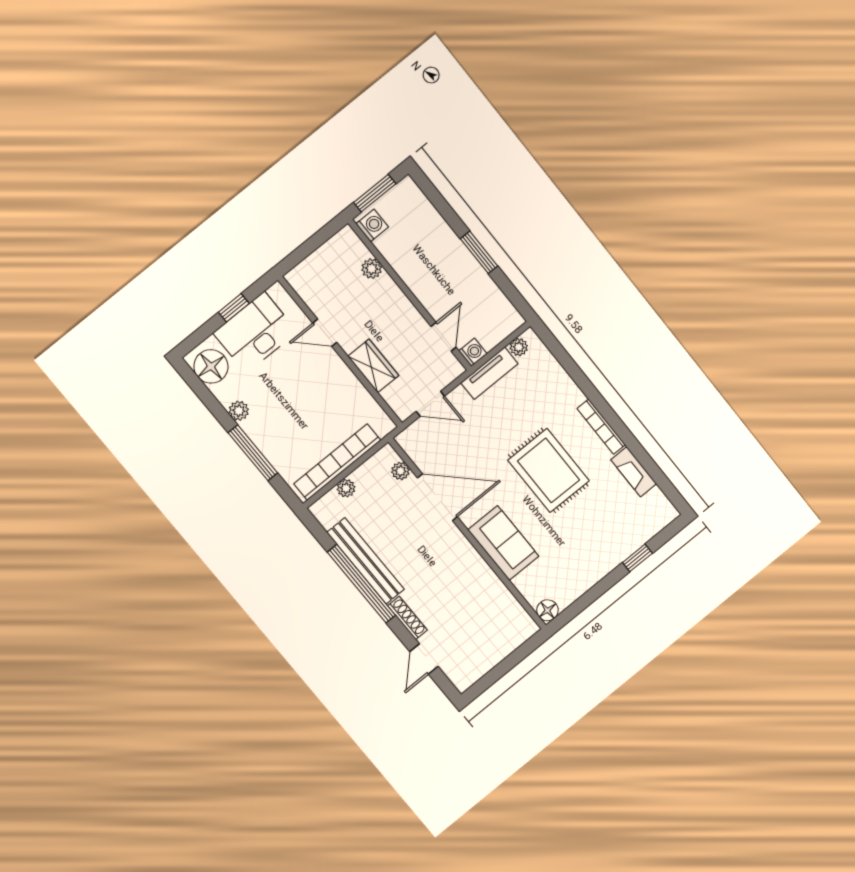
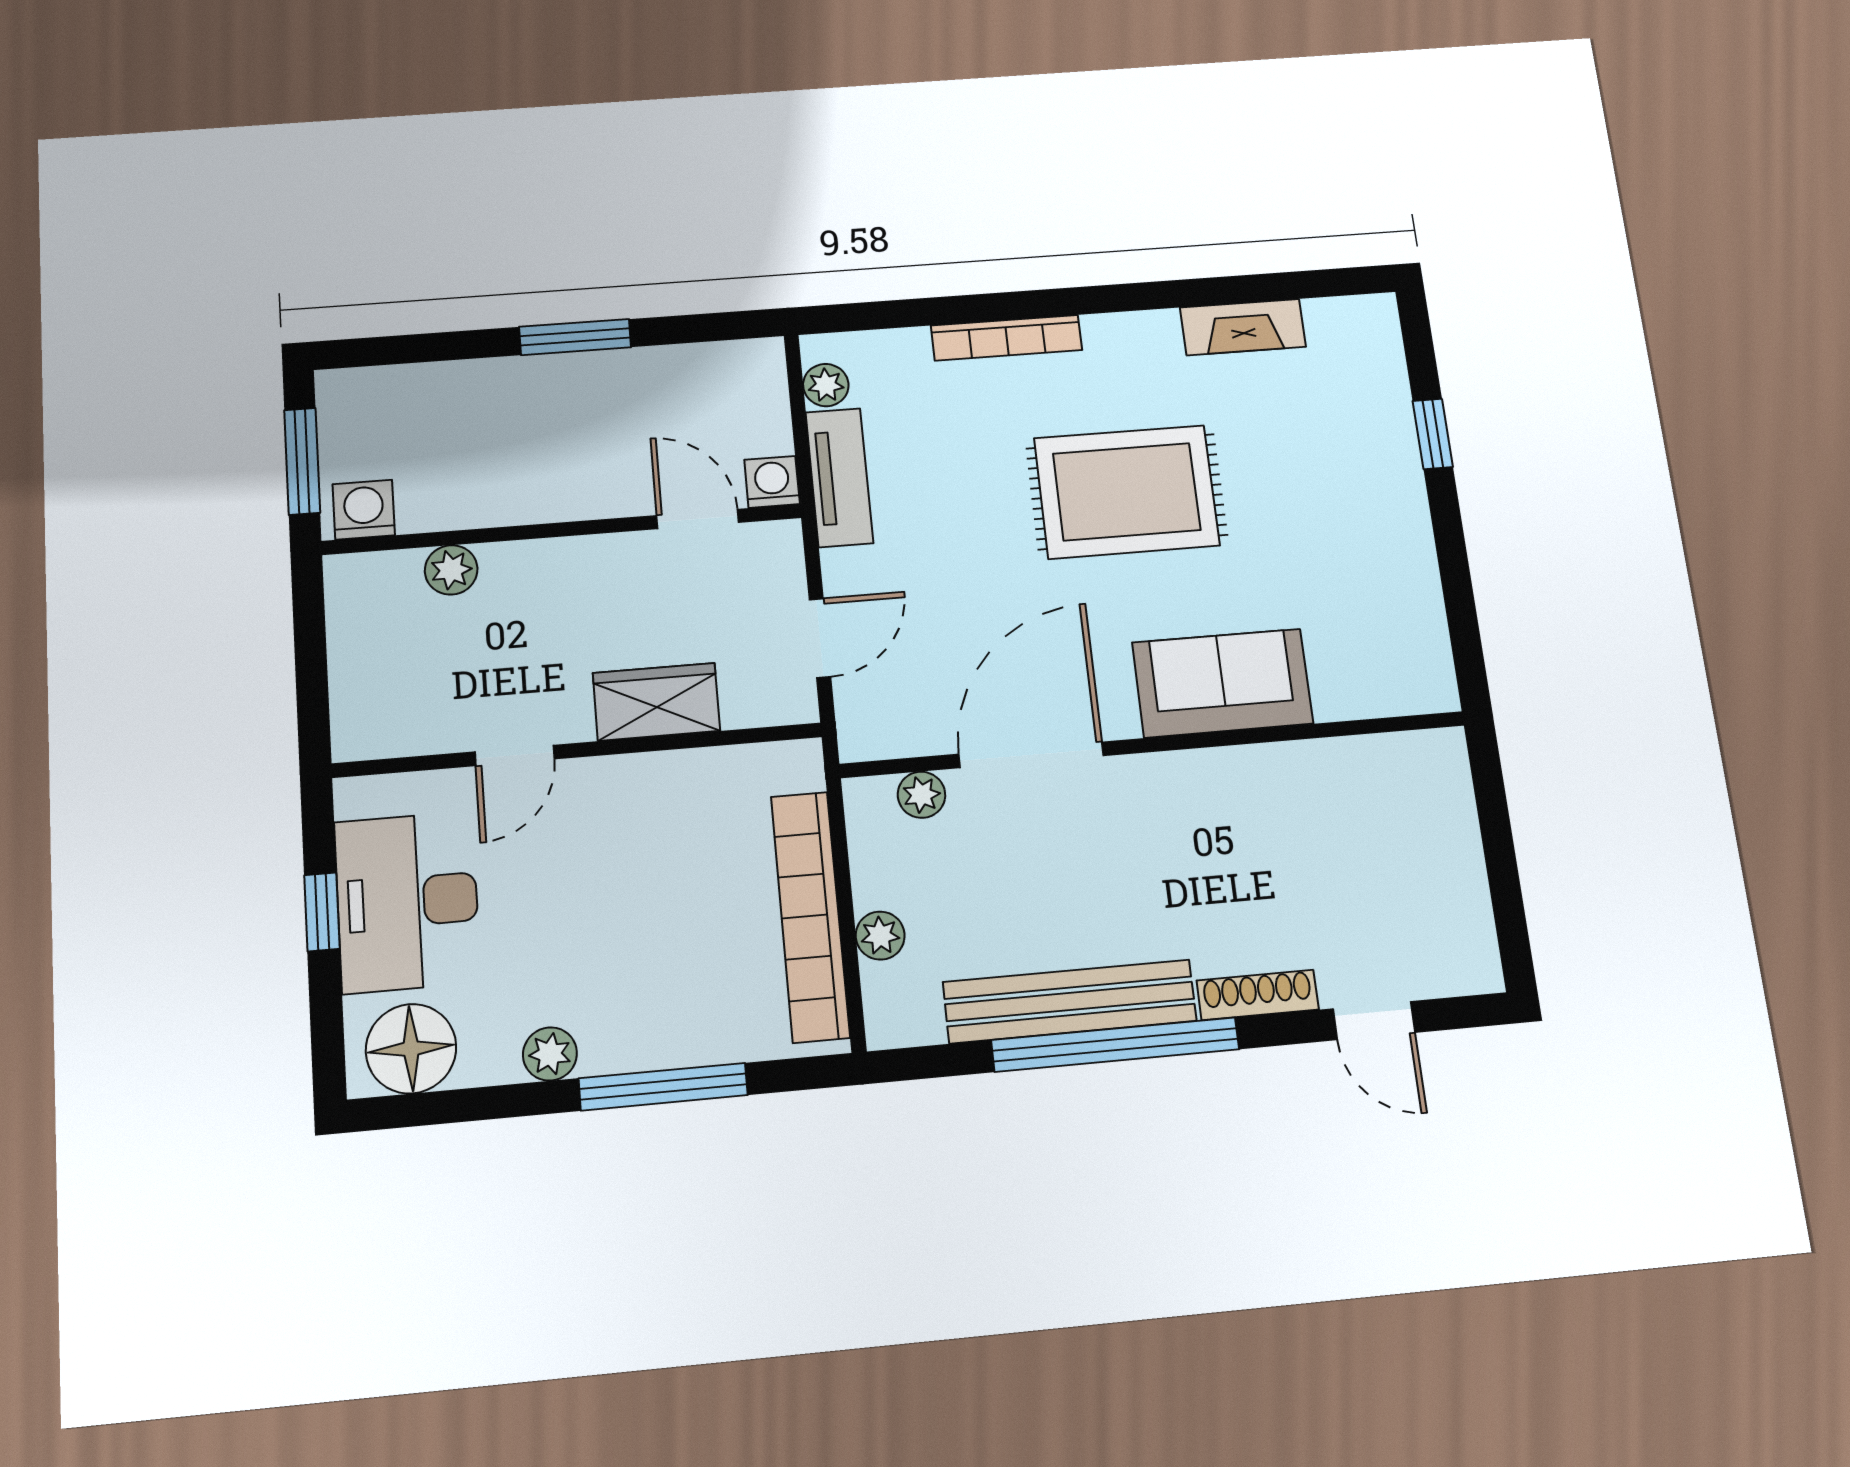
bookcase: (601, 427) -> (1007, 338), moved
floor lamp: (547, 610) -> (1431, 687), removed

